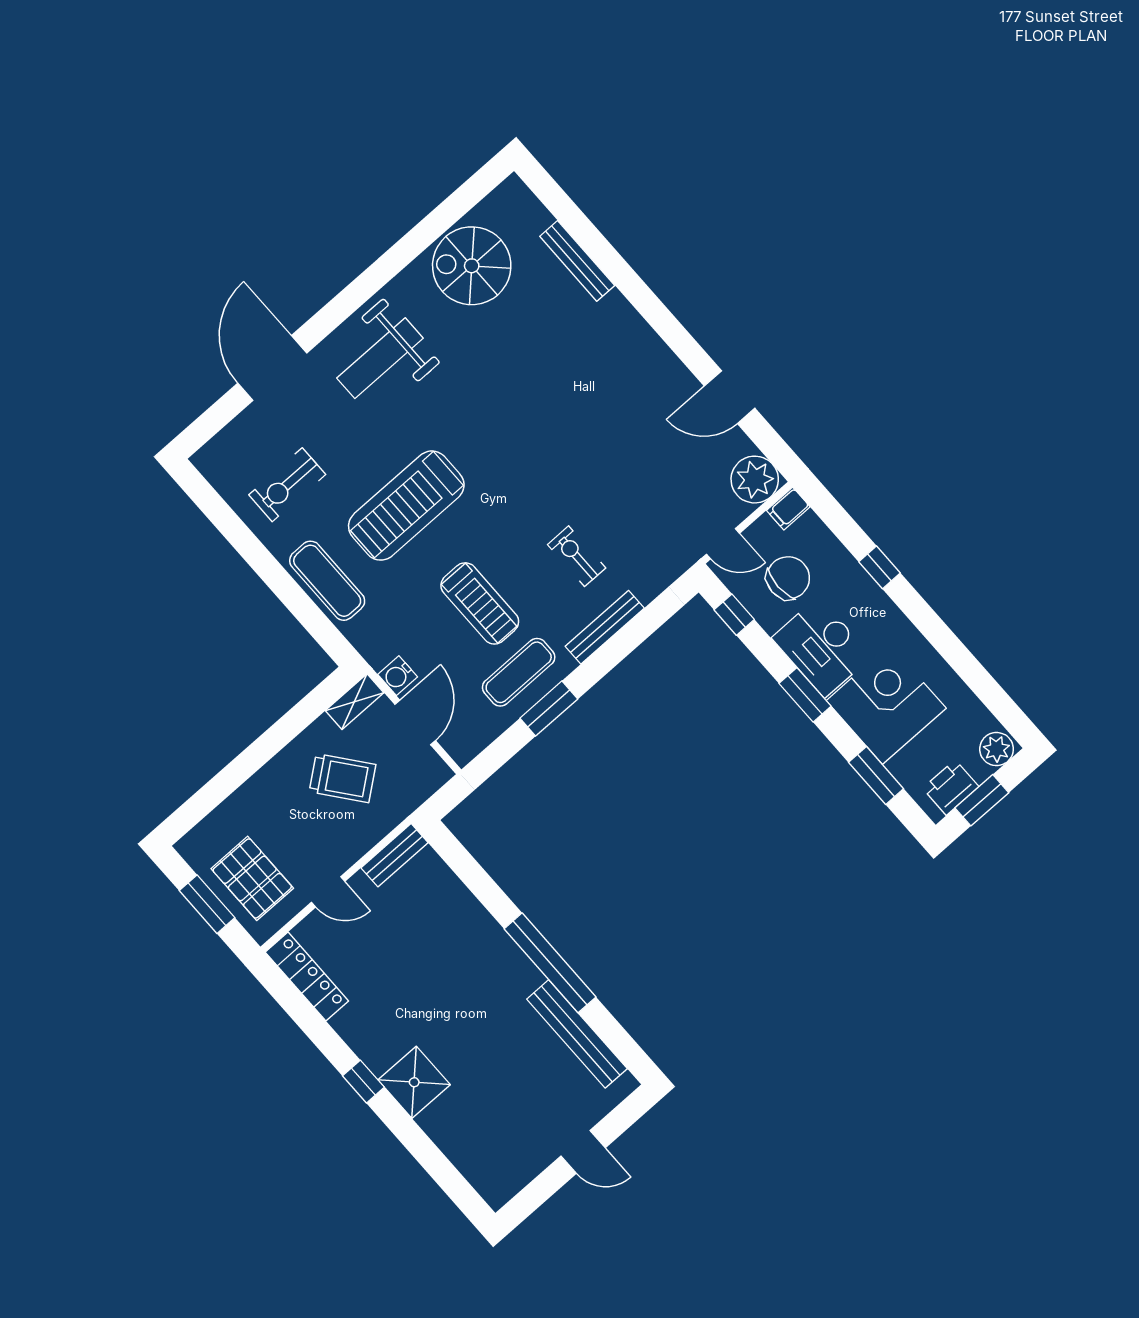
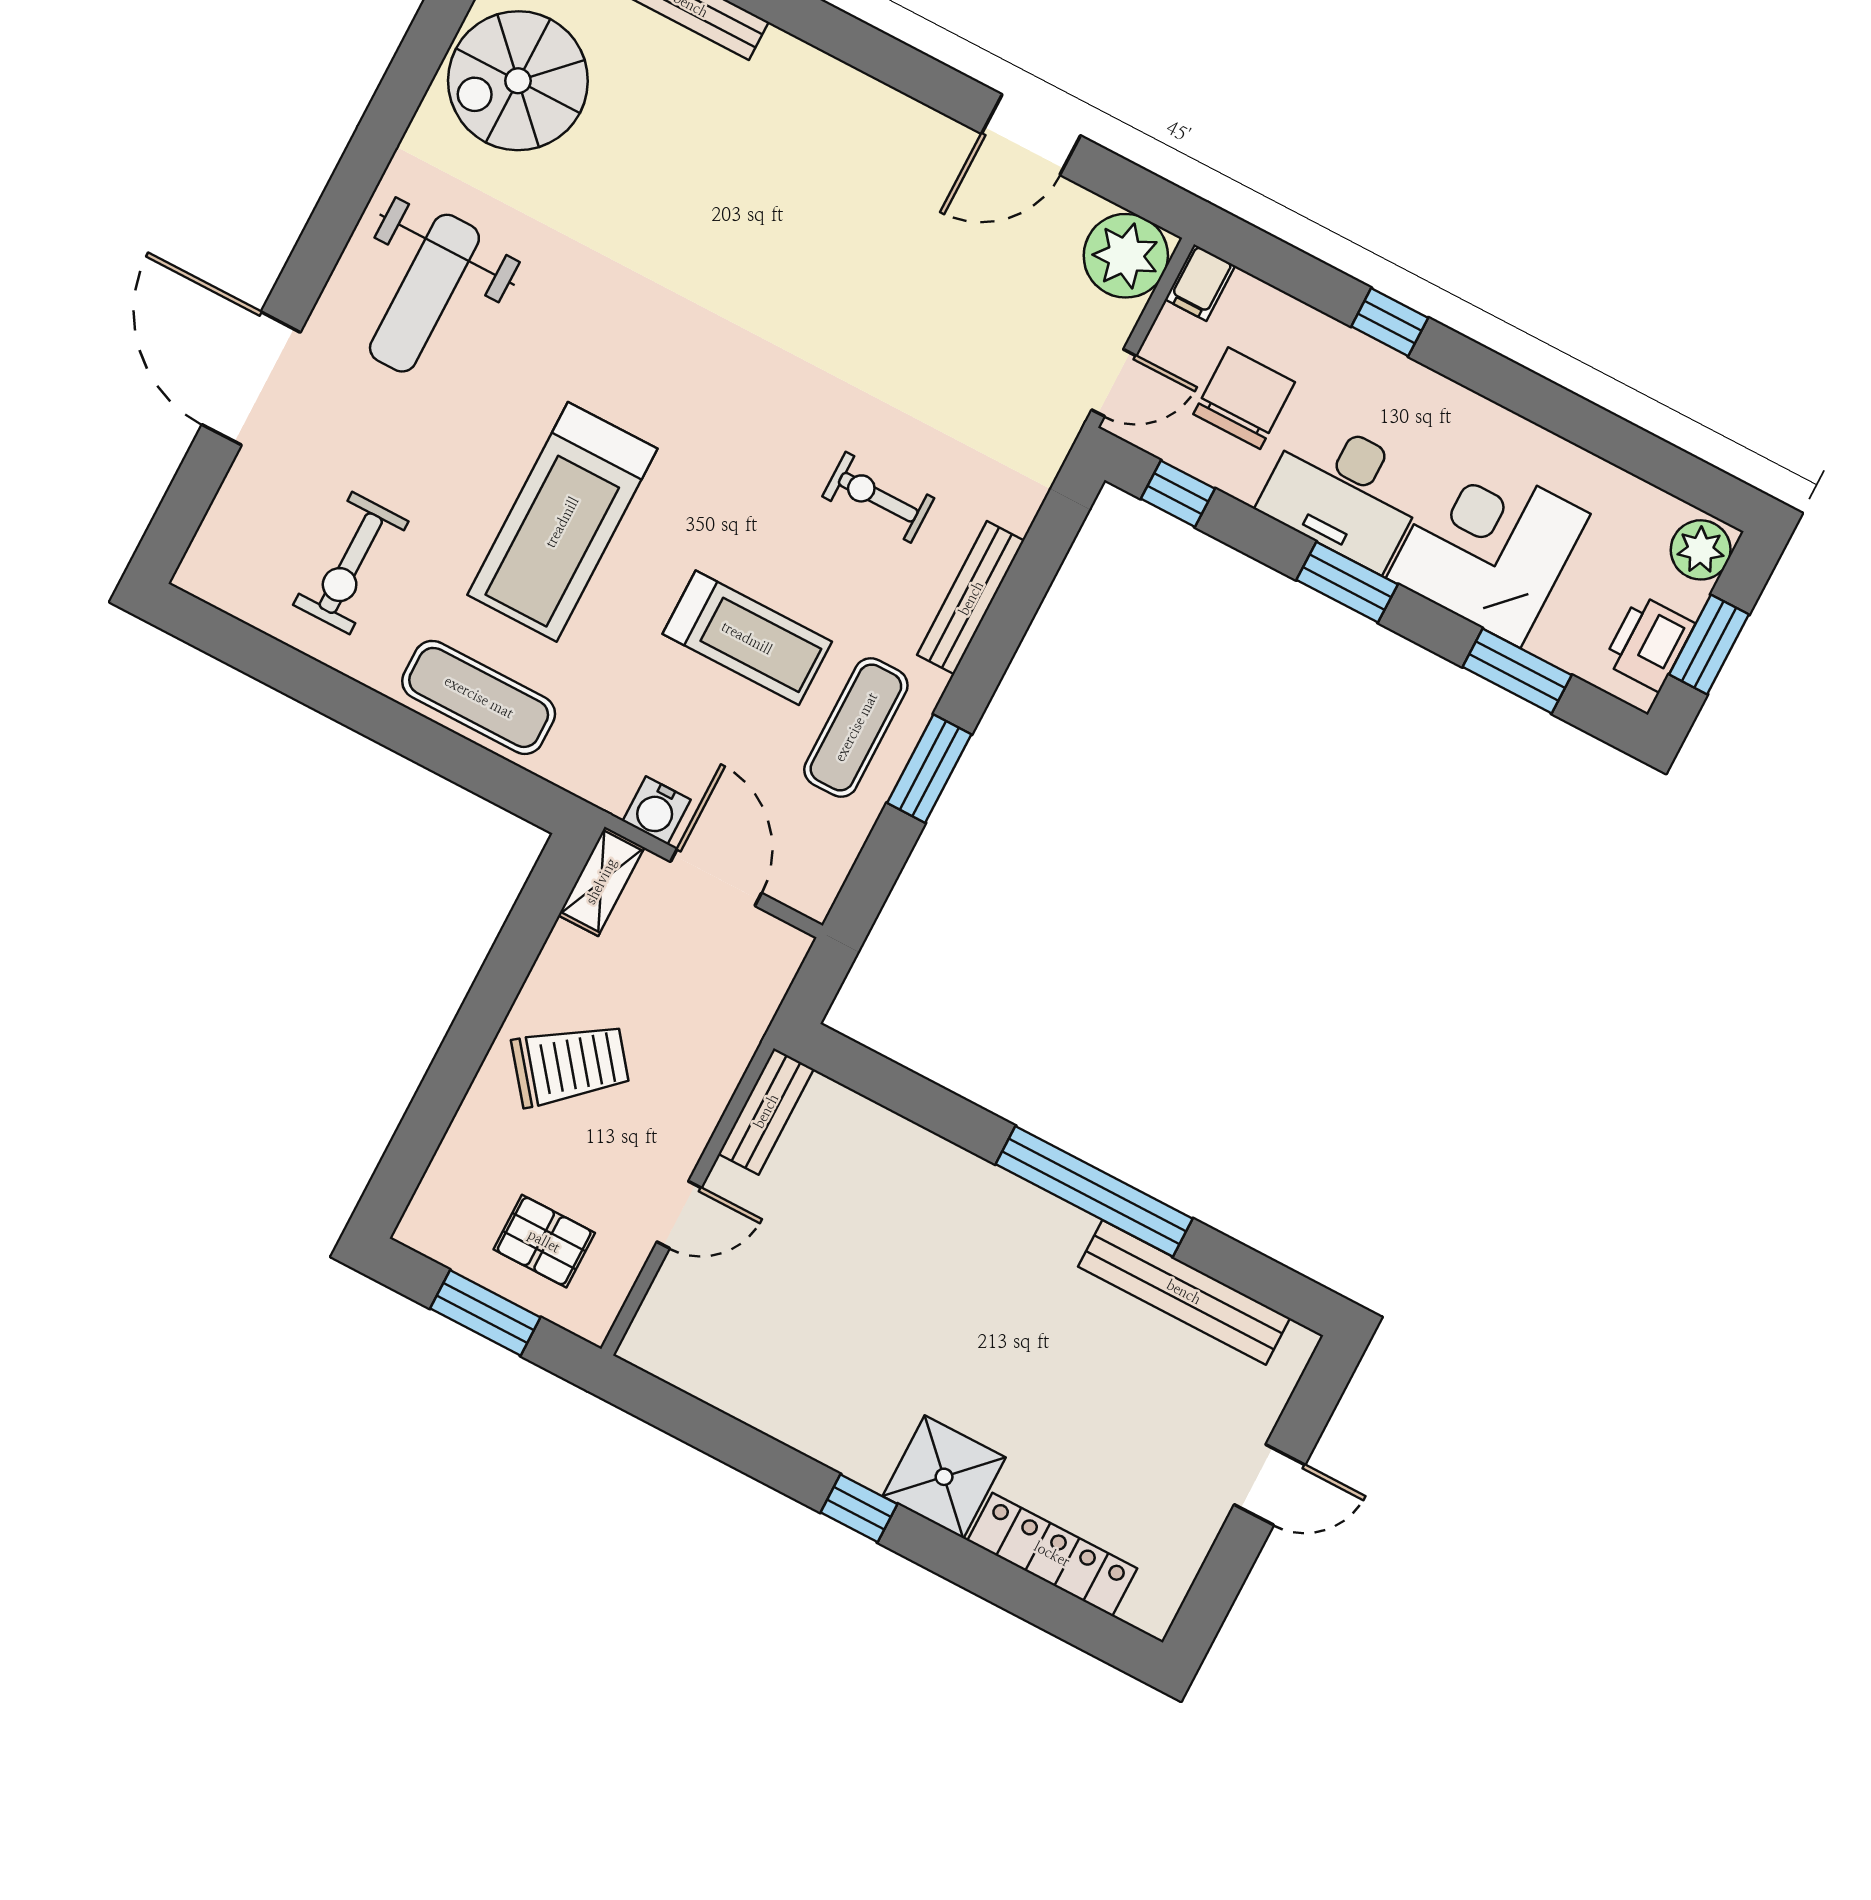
trolley: (343, 778) -> (570, 1065), moved
pallet: (252, 878) -> (544, 1241), width x0.67, depth x0.71
locker: (307, 976) -> (1052, 1554), moved

